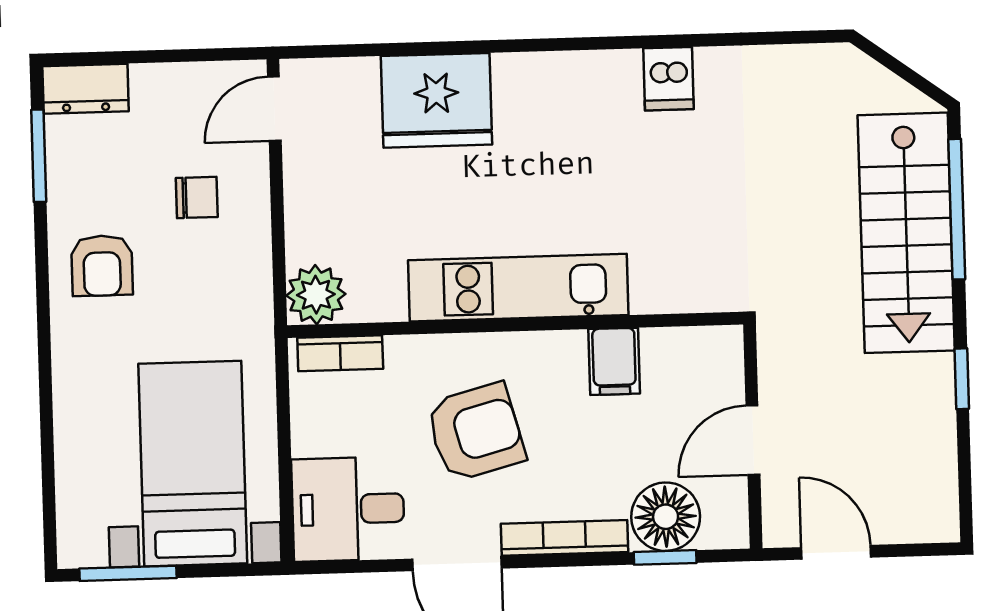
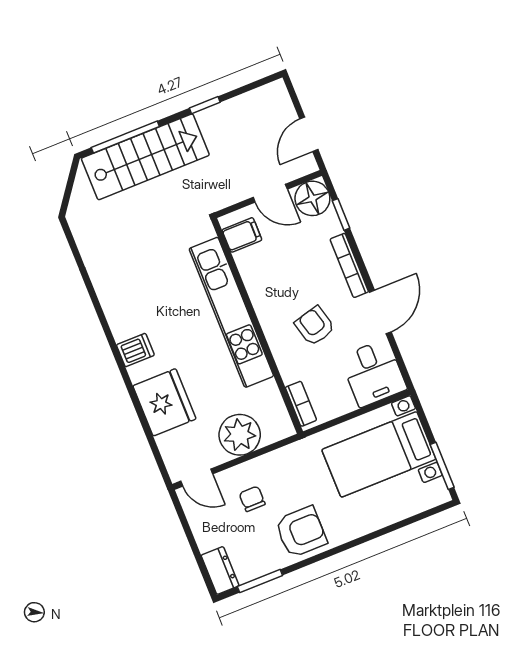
dishwasher: (669, 79) -> (135, 350), moved
armchair: (102, 266) -> (301, 532), width x1.38, depth x1.38
kitchen unit: (518, 288) -> (231, 312), width x1.36
plant: (316, 295) -> (240, 435), moved, width x1.36, depth x1.36
filing cabinet: (614, 361) -> (242, 235), moved
armchair: (476, 432) -> (315, 326), width x0.72, depth x0.72
floor lamp: (666, 517) -> (312, 198), moved

